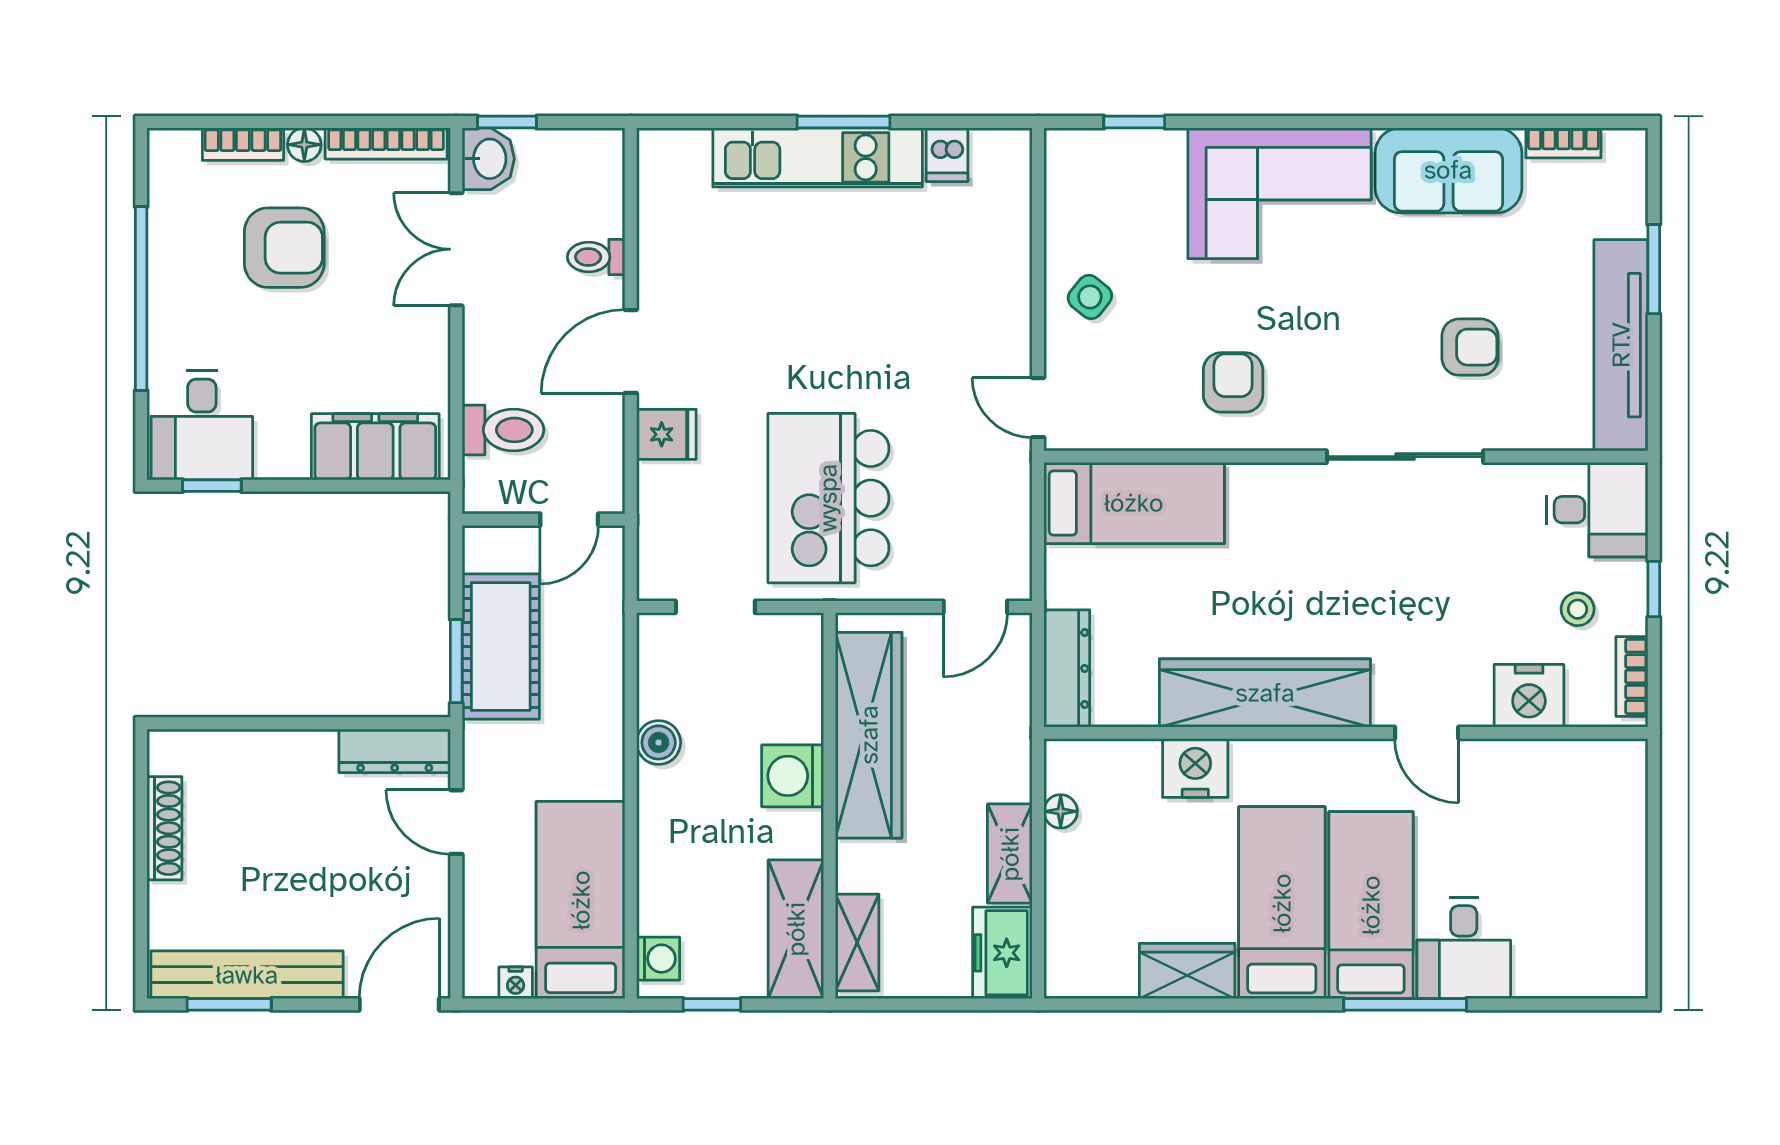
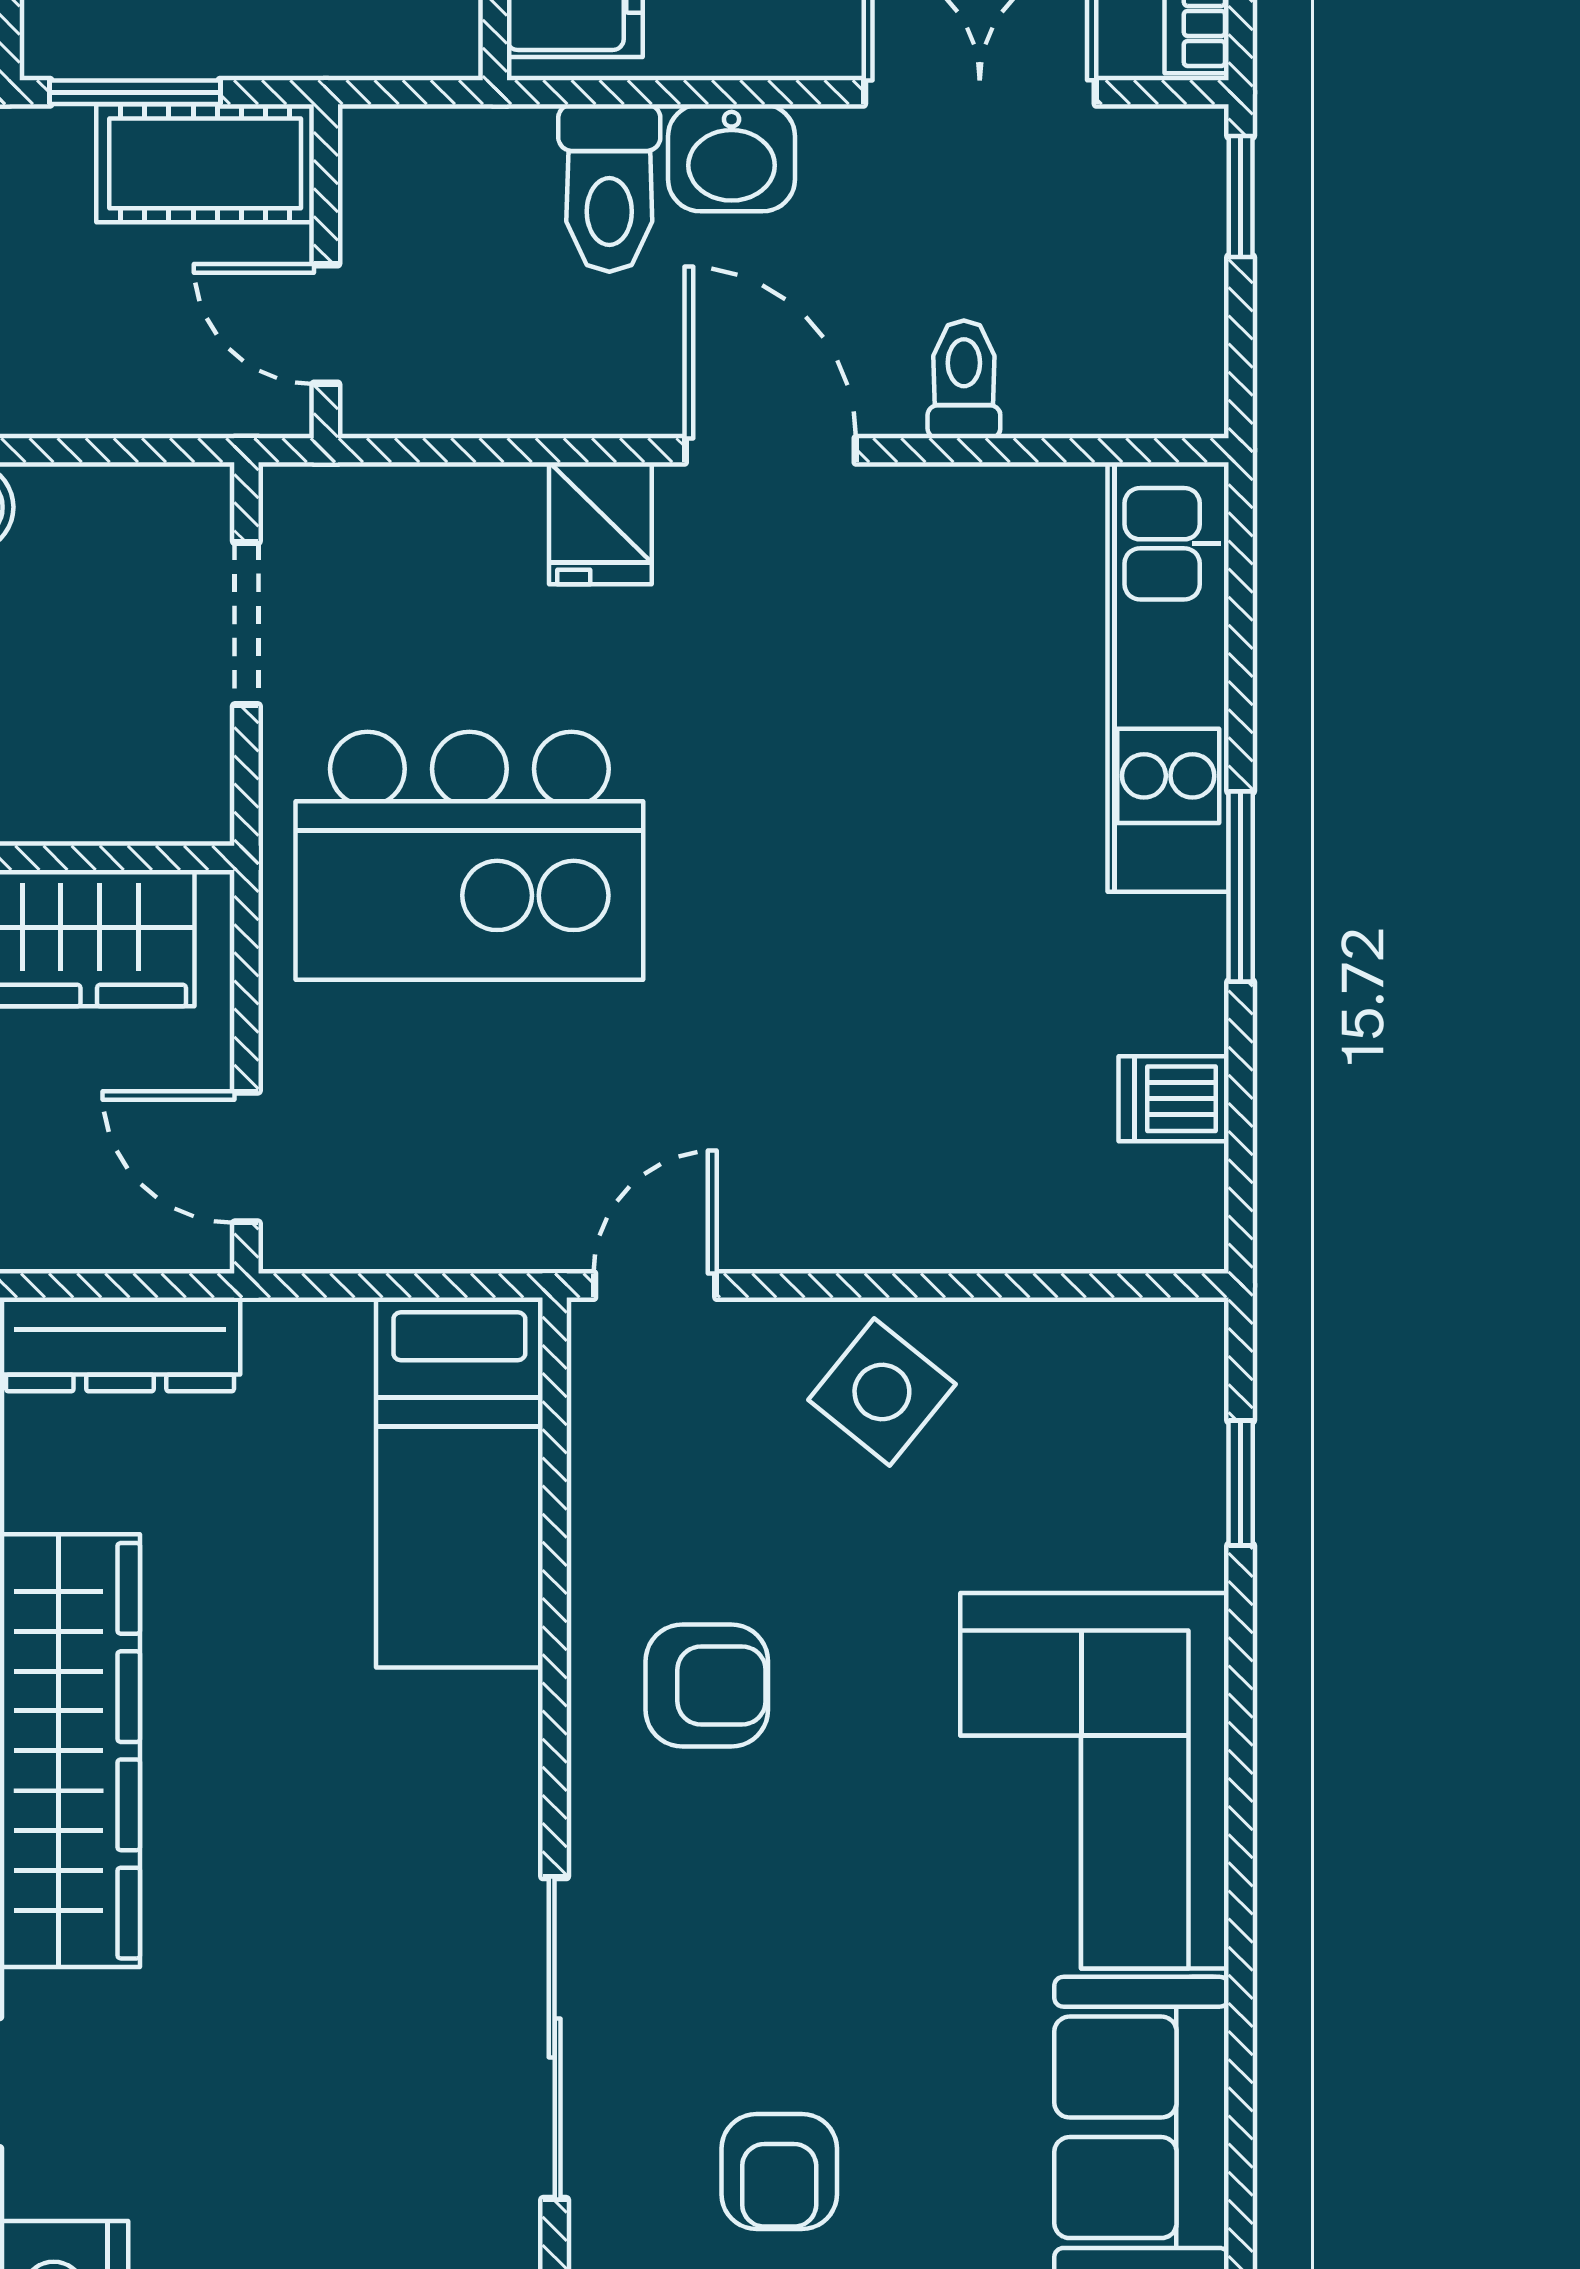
kitchen unit: (818, 157) -> (1168, 677), moved
washbasin: (488, 159) -> (732, 158), moved
side table: (1090, 297) -> (882, 1392), width x1.37, depth x1.37
kitchen island: (828, 498) -> (469, 856), turned 180
wall: (543, 520) -> (326, 271), moved
door: (569, 520) -> (326, 324), moved
cot: (501, 647) -> (205, 163), width x0.73, depth x0.75

